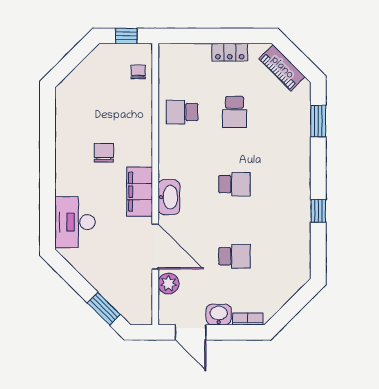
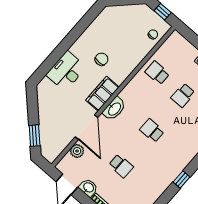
school desk: (234, 184) -> (152, 131), turned 180
desk: (75, 222) -> (66, 71), moved

